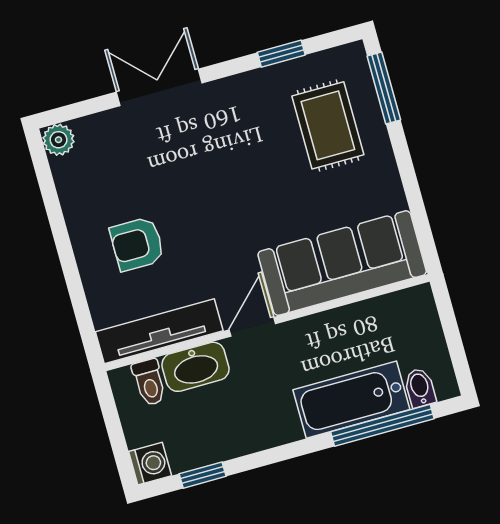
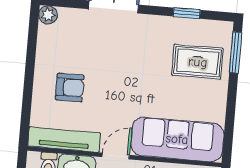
rug: (328, 125) -> (198, 62), turned 90
armchair: (137, 244) -> (70, 88), turned 180

